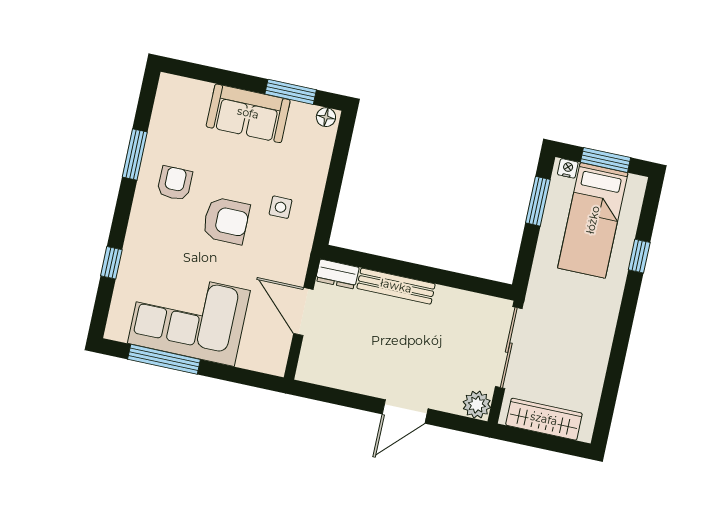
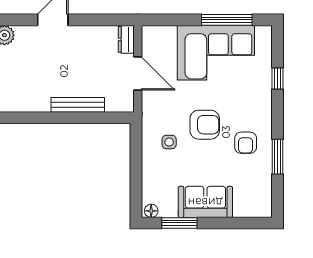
armchair: (226, 221) -> (205, 125), turned 180
dresser: (337, 274) -> (126, 39), moved, turned -90

